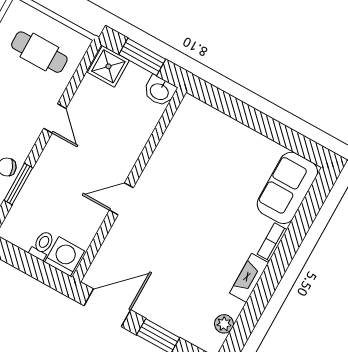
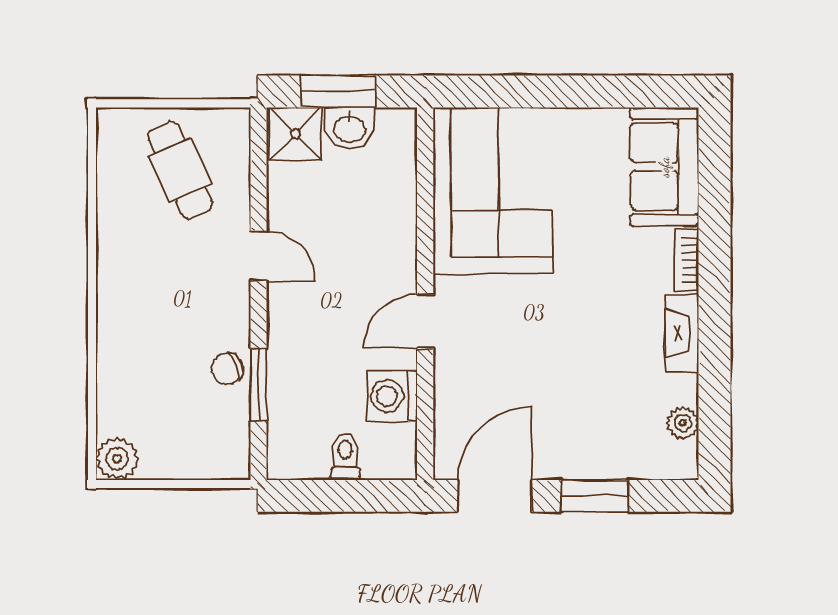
cafe table: (39, 52) -> (180, 170), turned 66
washbasin: (160, 91) -> (350, 128), moved
corner sofa: (193, 151) -> (492, 191), added
washing machine: (65, 256) -> (392, 396), moved, turned -90

